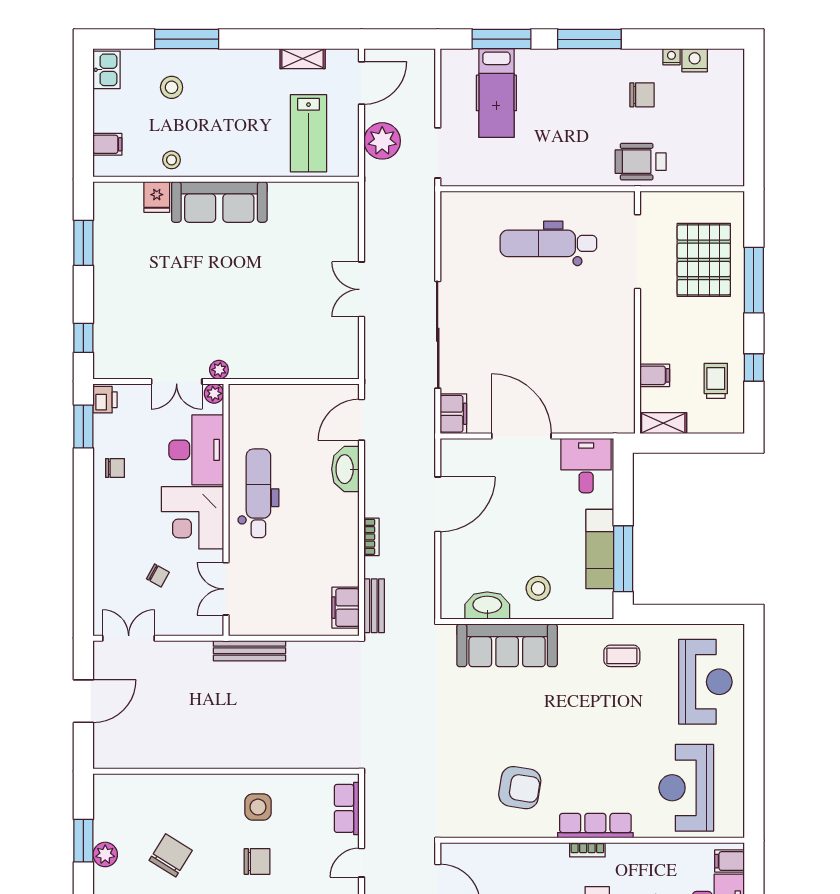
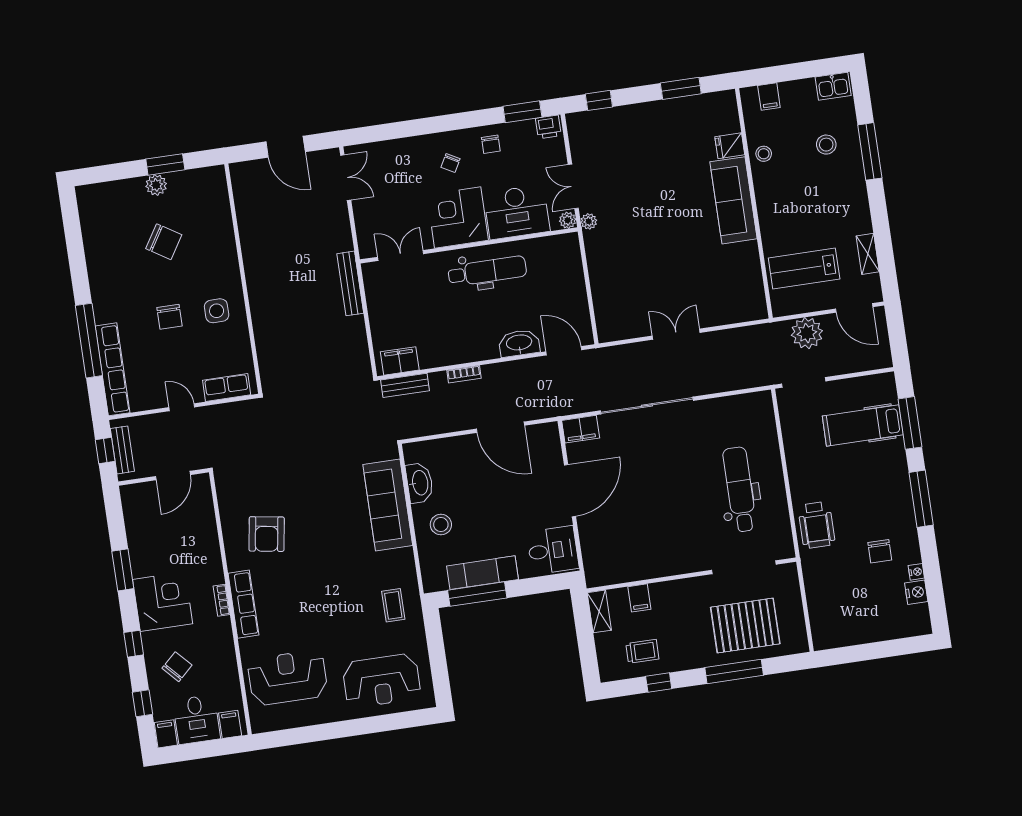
wheelchair: (641, 162) -> (817, 525), moved, turned 180
chair: (158, 575) -> (450, 163), moved

